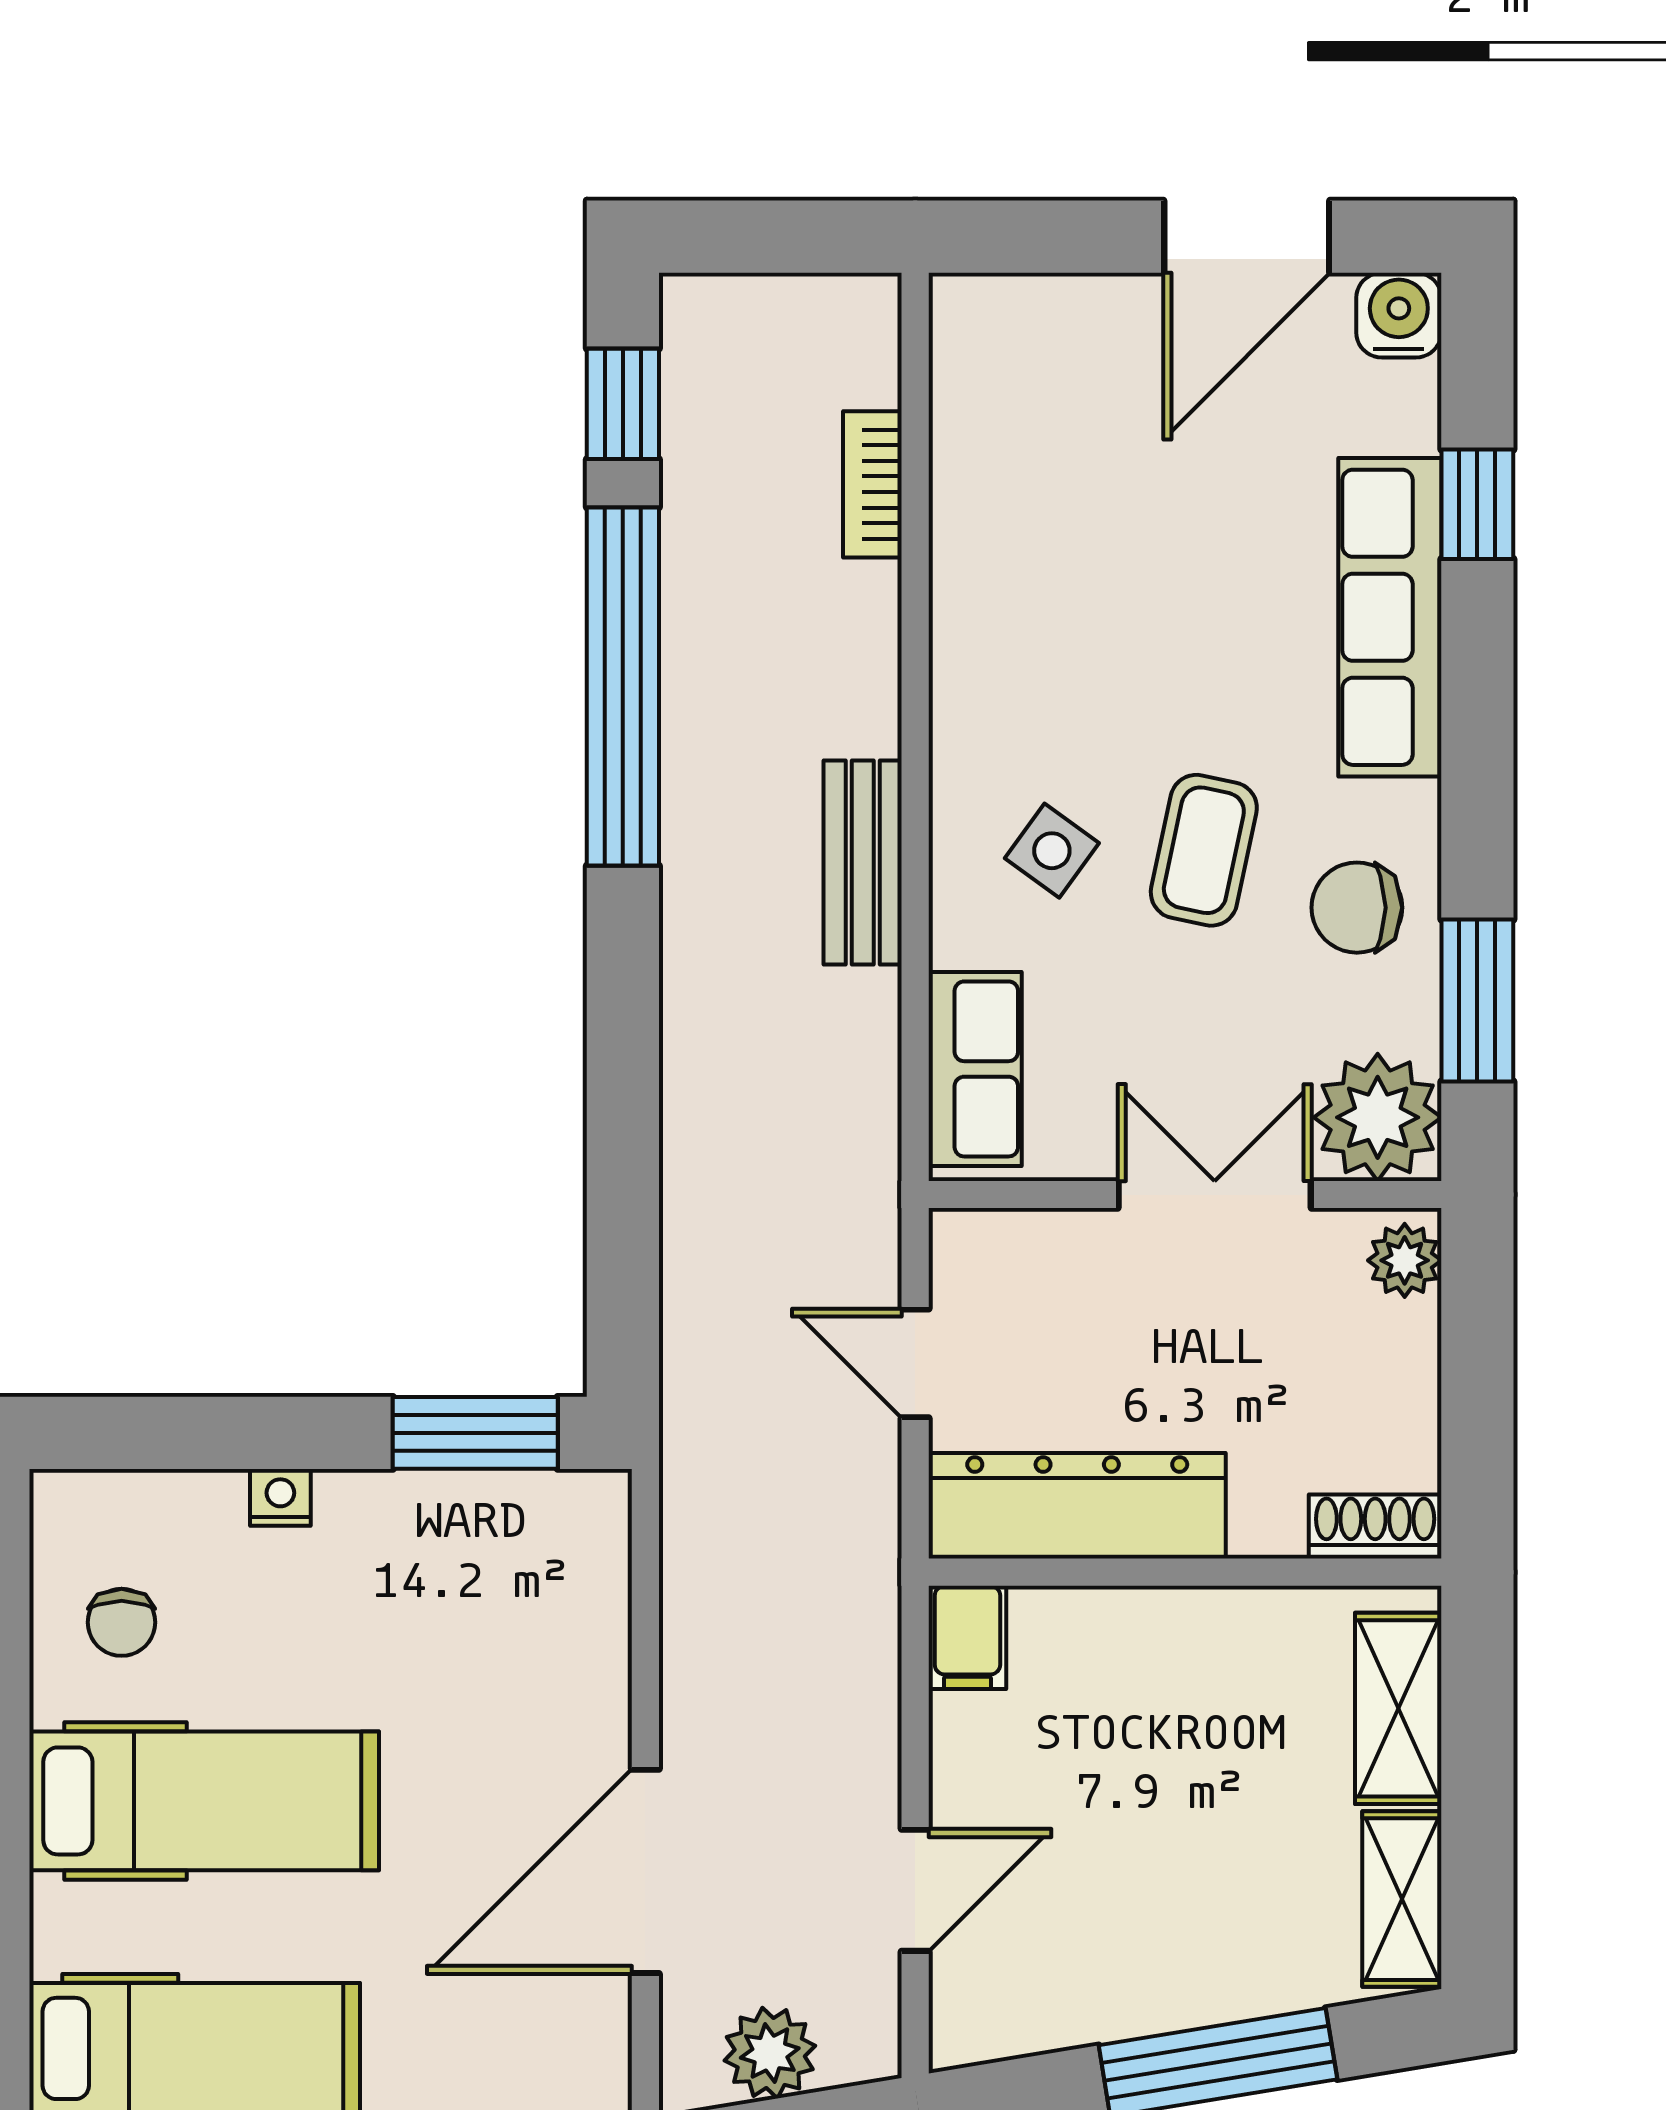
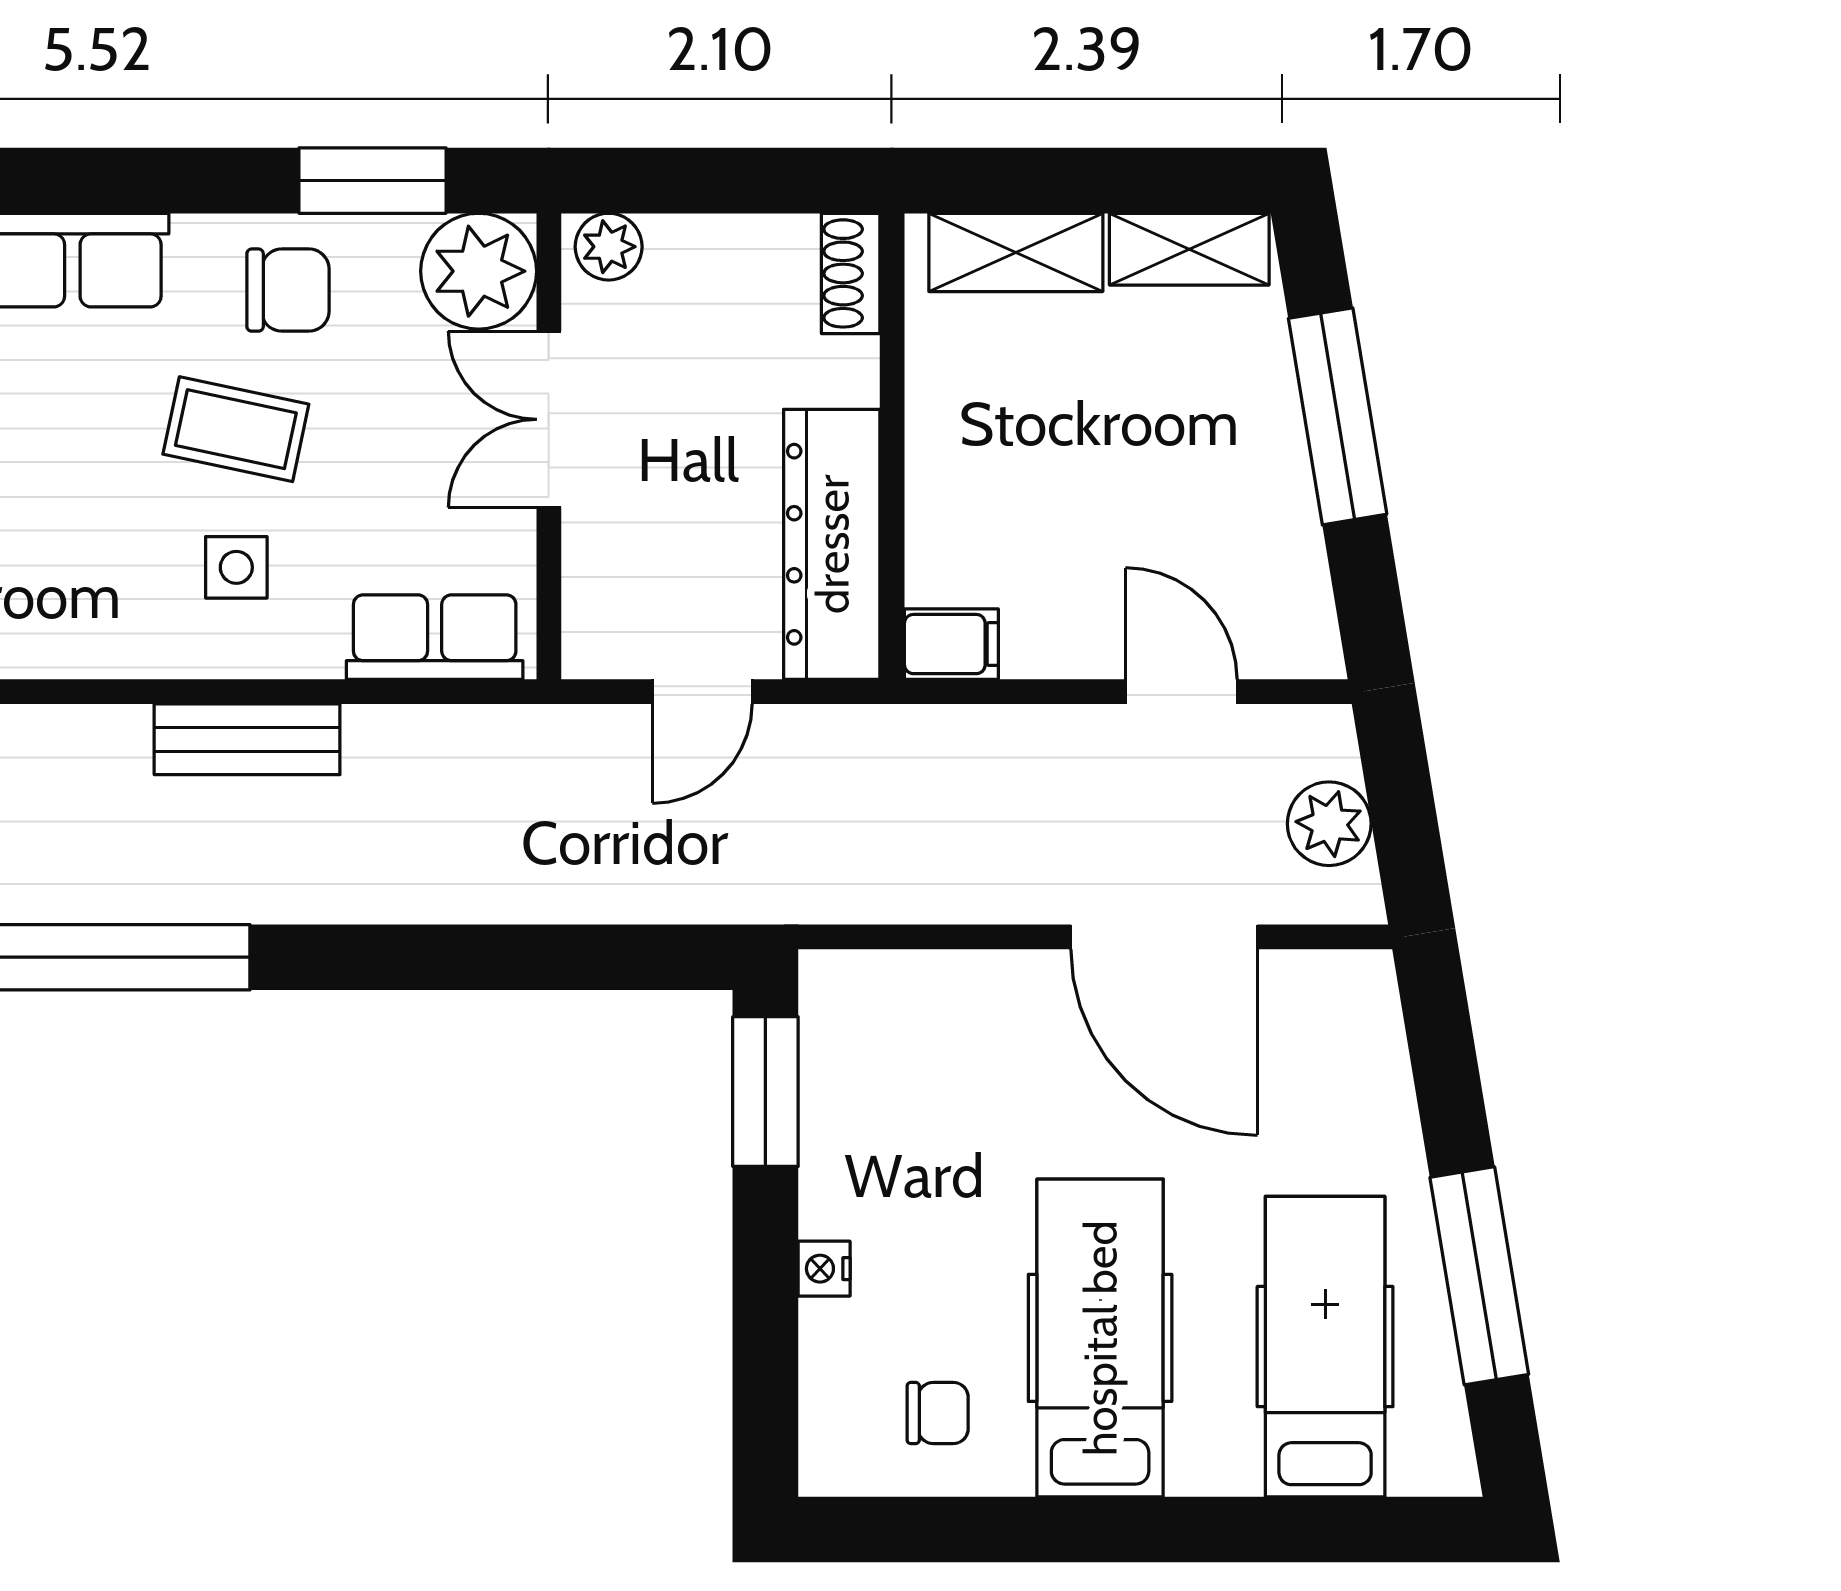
side table: (1052, 851) -> (236, 567), turned -36
chair: (1357, 908) -> (288, 290), turned -90

